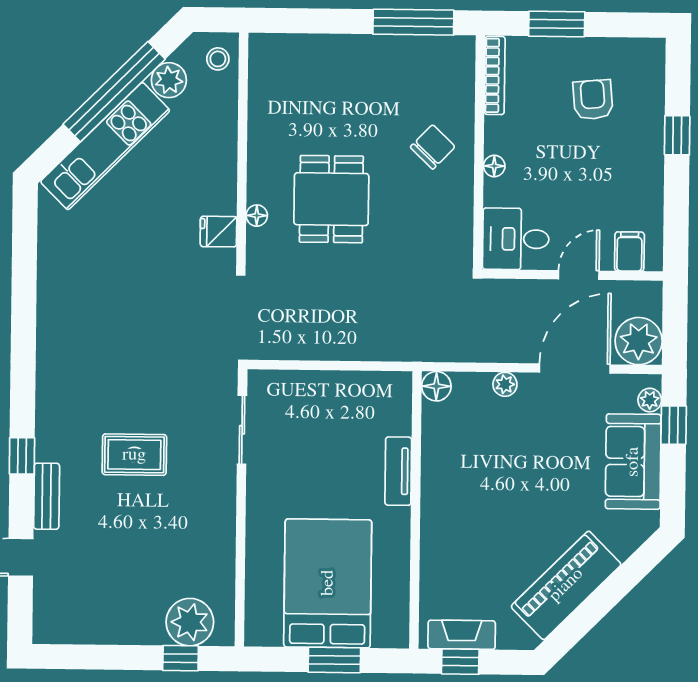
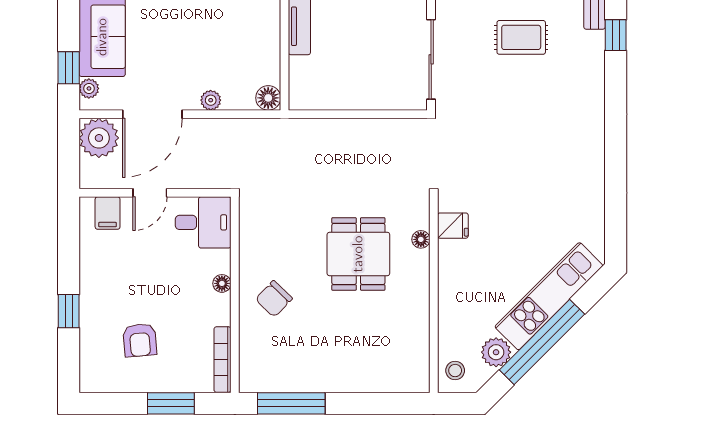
sliding door: (242, 430) -> (431, 59), width x1.37

